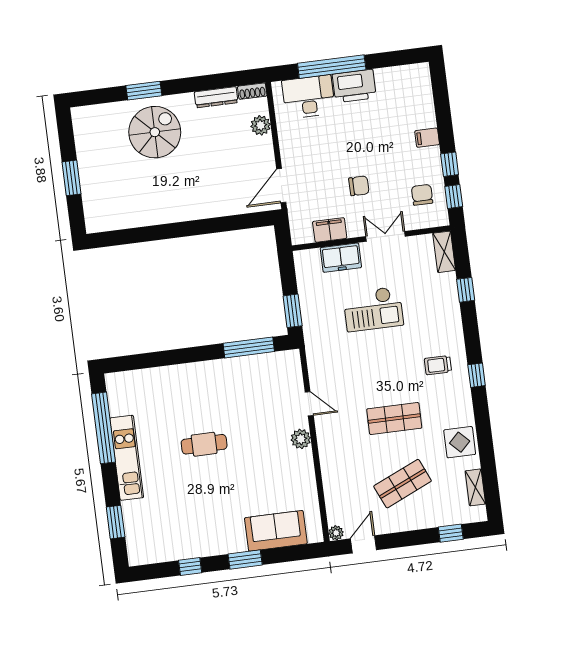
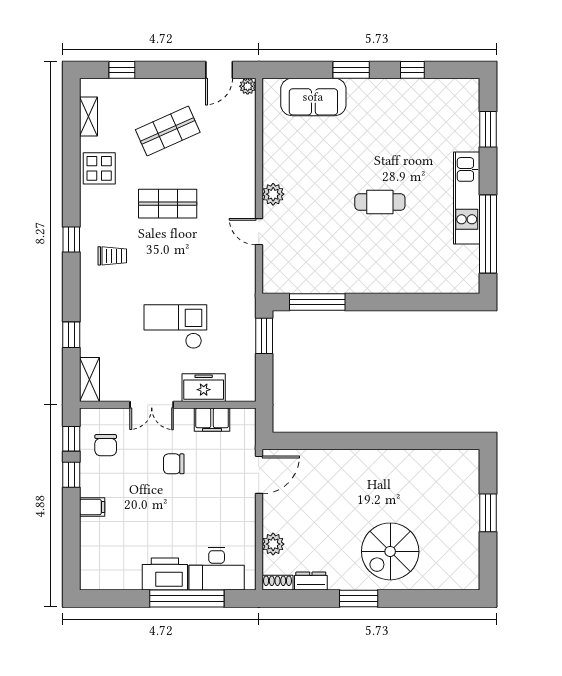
window: (144, 91) -> (359, 598), moved
dresser: (216, 97) -> (311, 581), width x0.70

